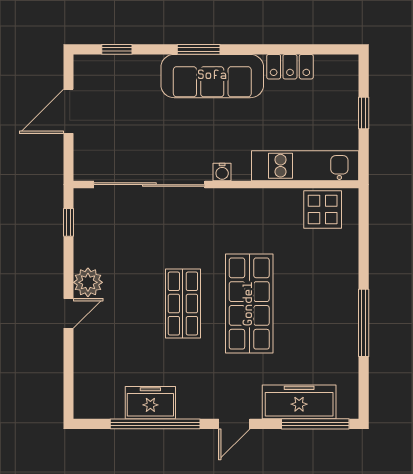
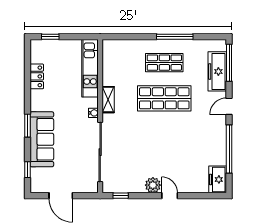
sofa: (212, 76) -> (42, 139), moved
window: (364, 113) -> (50, 37), moved
shelving: (247, 199) -> (108, 100), added
display table: (323, 209) -> (114, 59), removed
shop shelf: (183, 304) -> (164, 63), moved
freezer: (150, 403) -> (218, 179), moved
door: (234, 424) -> (229, 106), swing flipped

